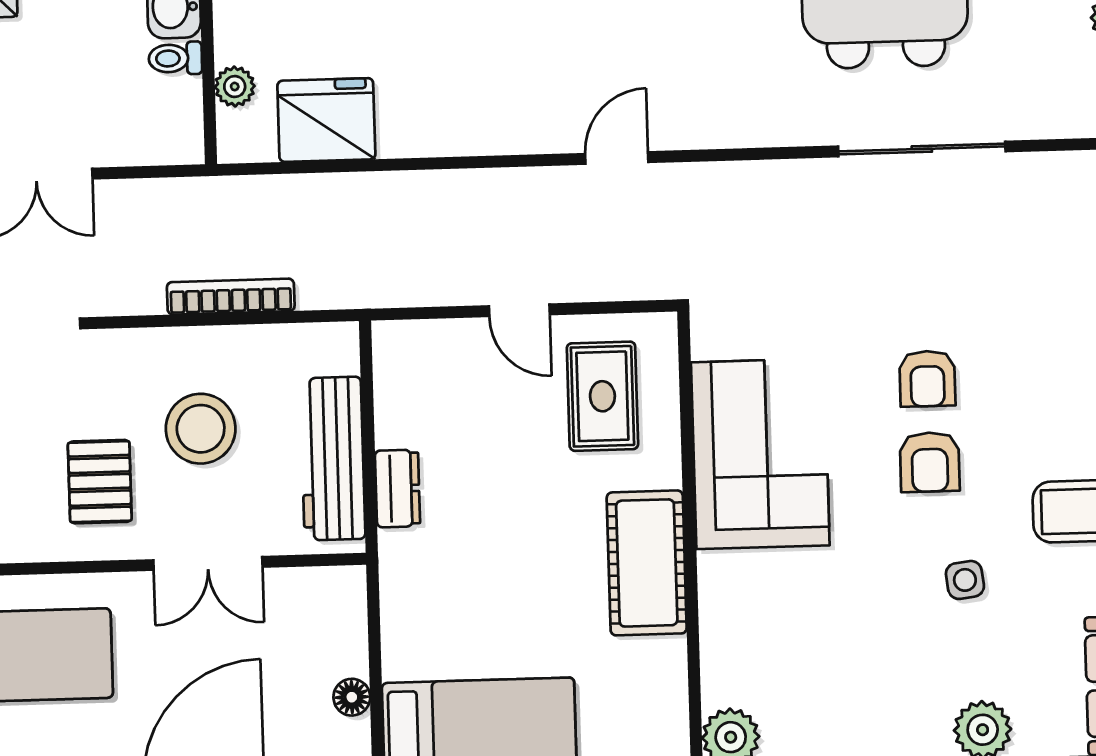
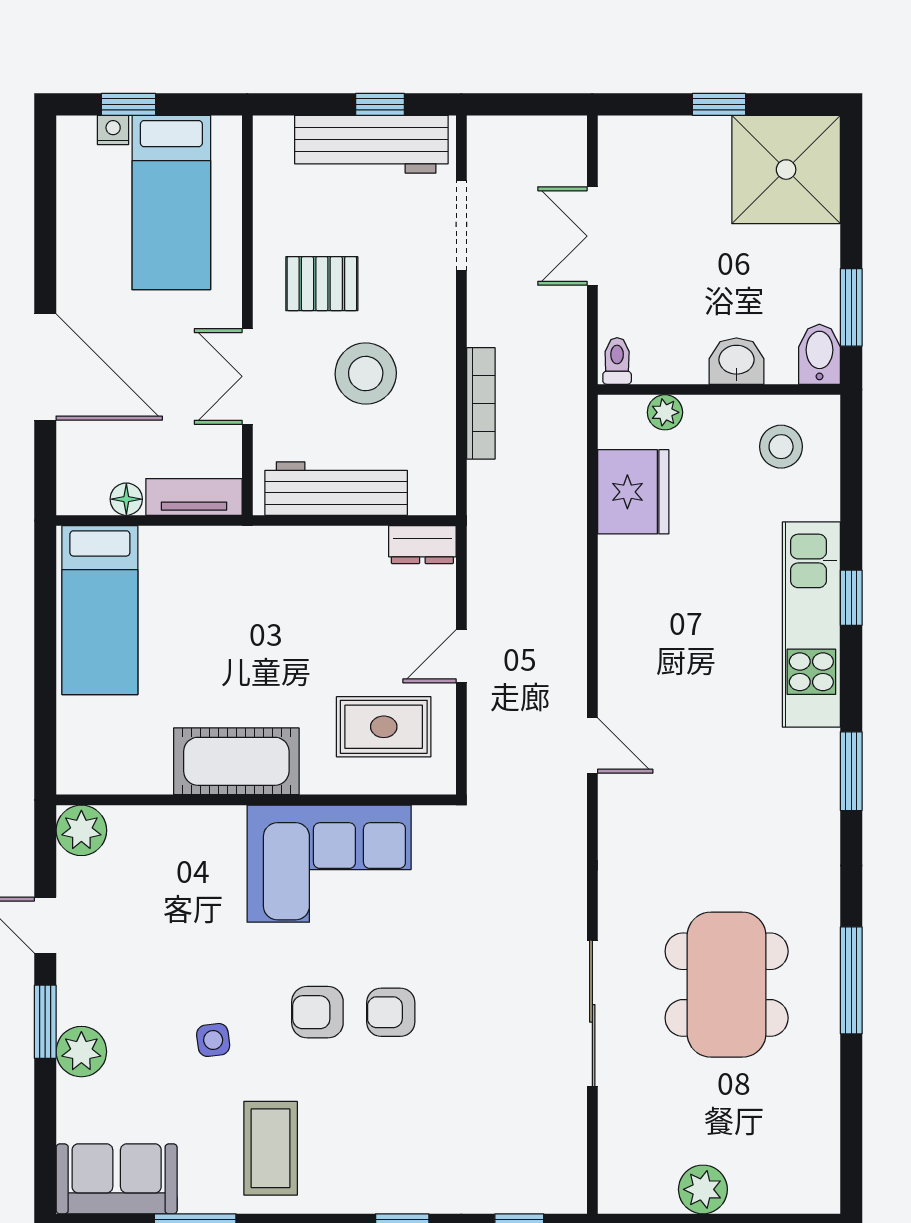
toilet: (175, 58) -> (617, 361), moved
dresser: (398, 488) -> (422, 545), moved
tv unit: (347, 620) -> (194, 497), added

